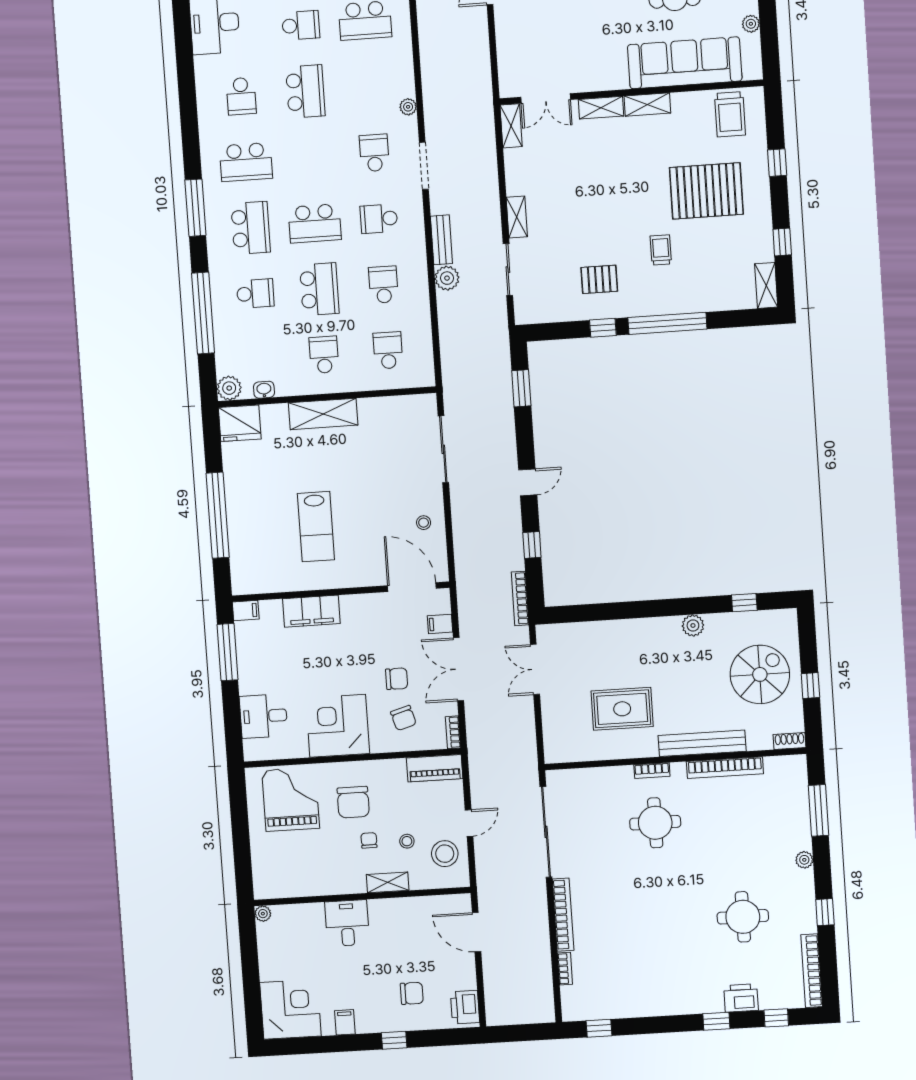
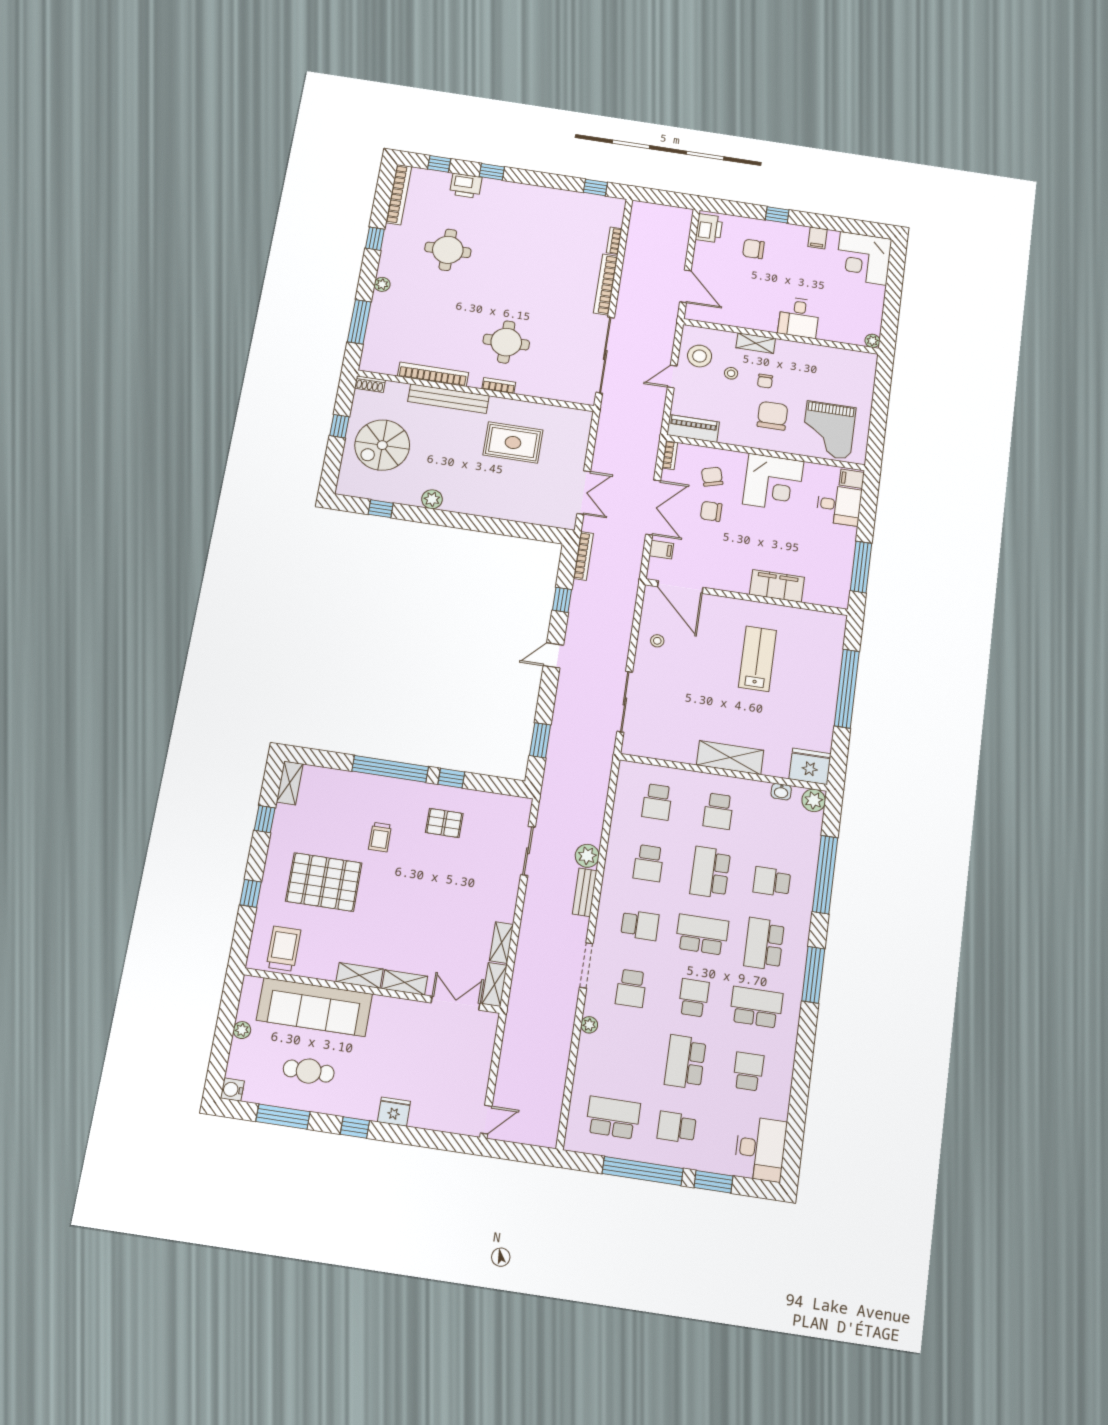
school desk: (310, 157) -> (694, 998), added
shelving: (517, 217) -> (501, 943), moved
filing cabinet: (246, 611) -> (852, 479), moved

